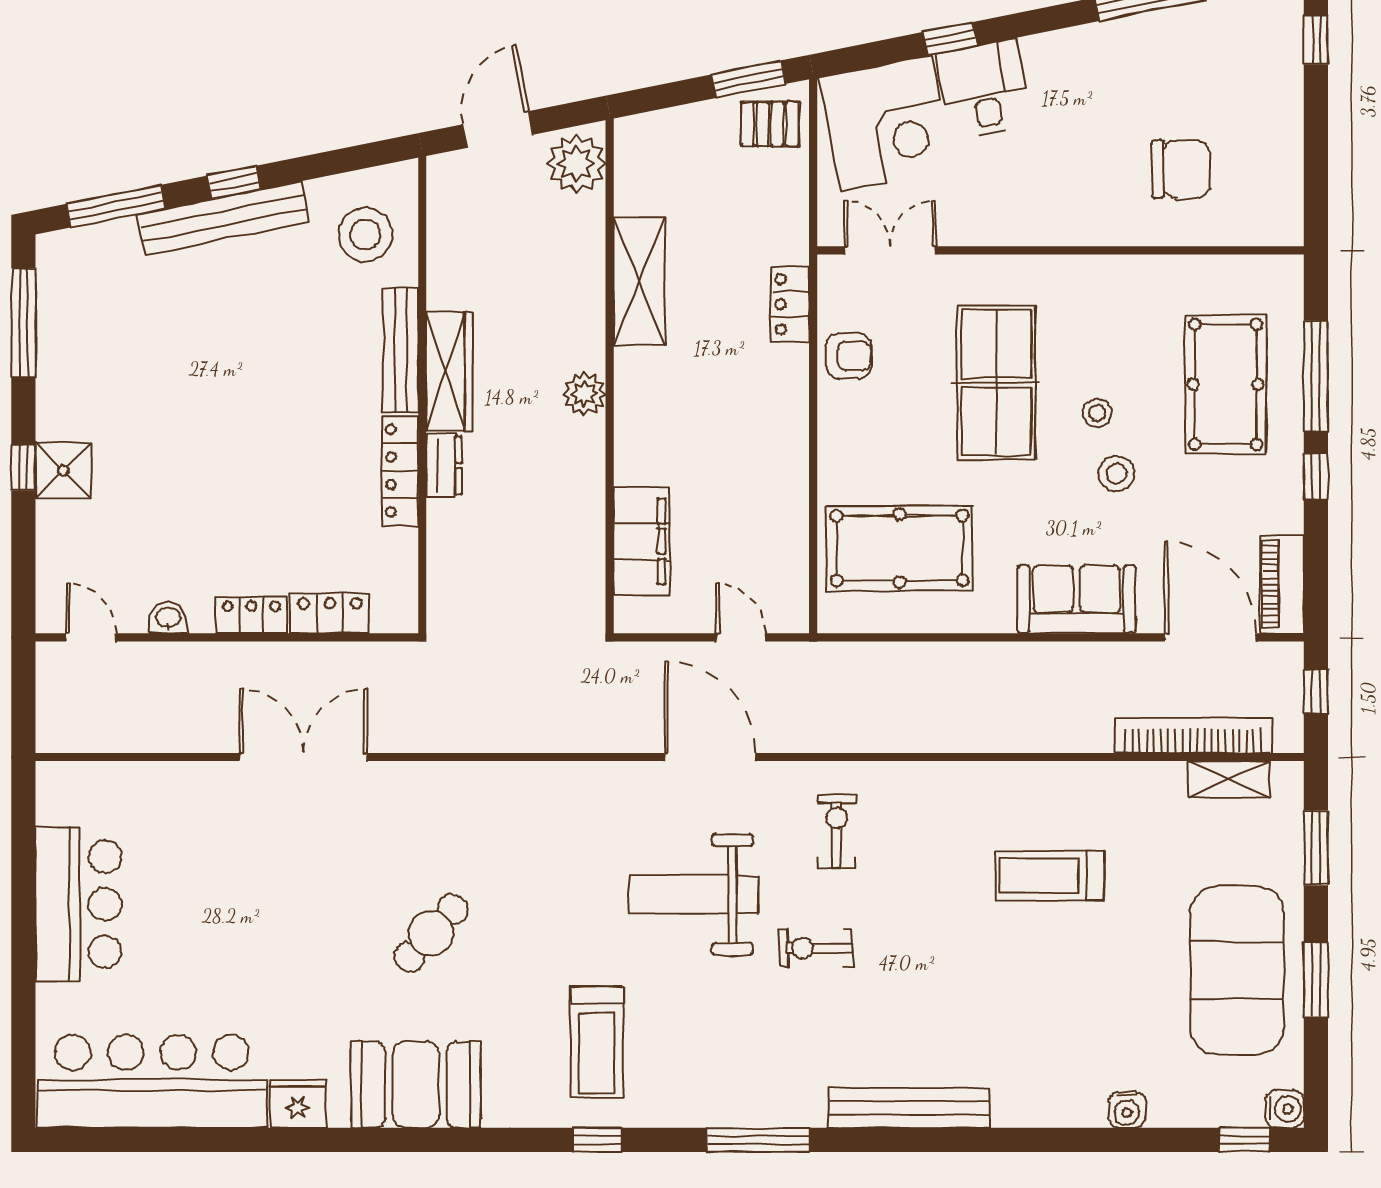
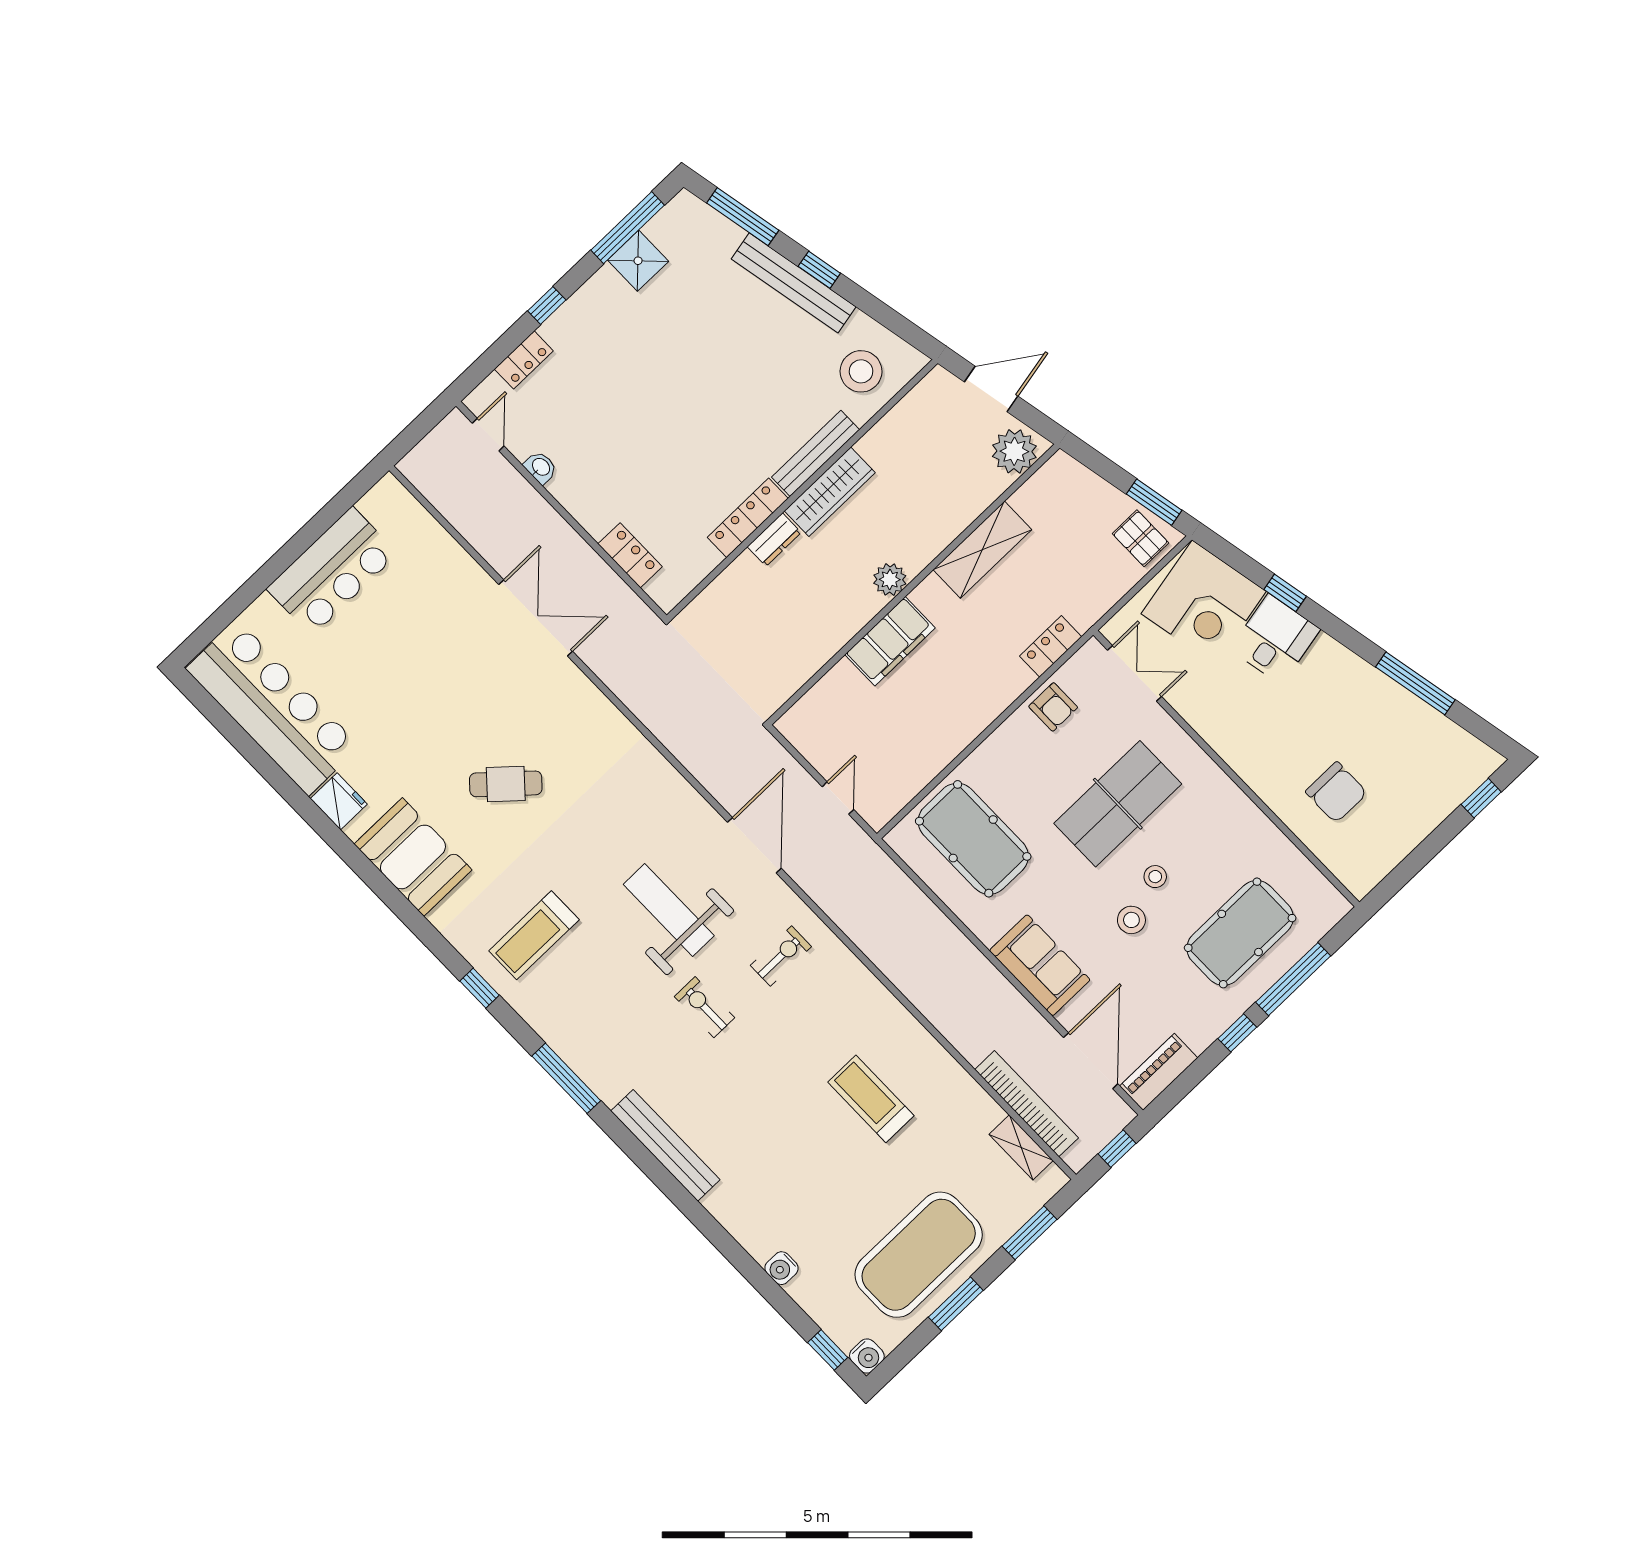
shower: (63, 471) -> (638, 261), moved
filing cabinet: (642, 541) -> (890, 641), moved
locker: (251, 615) -> (524, 360), moved, turned 90

